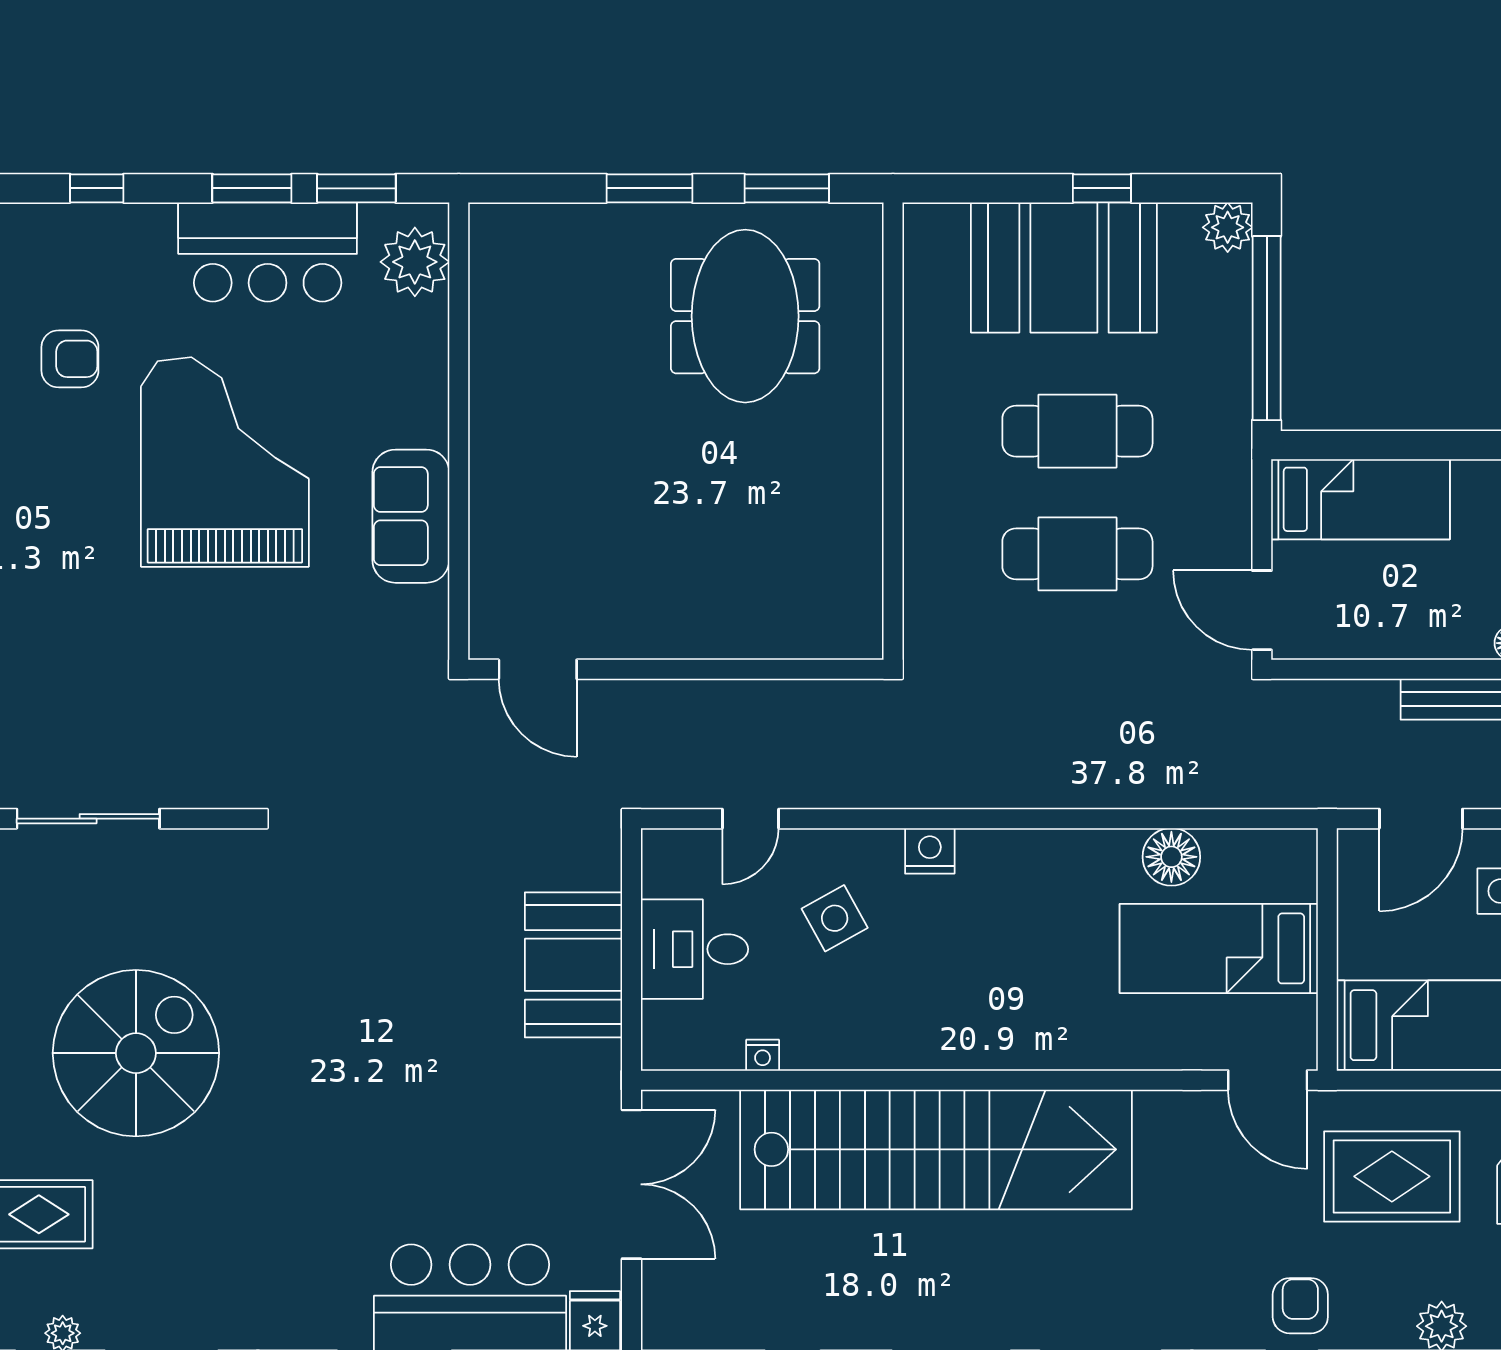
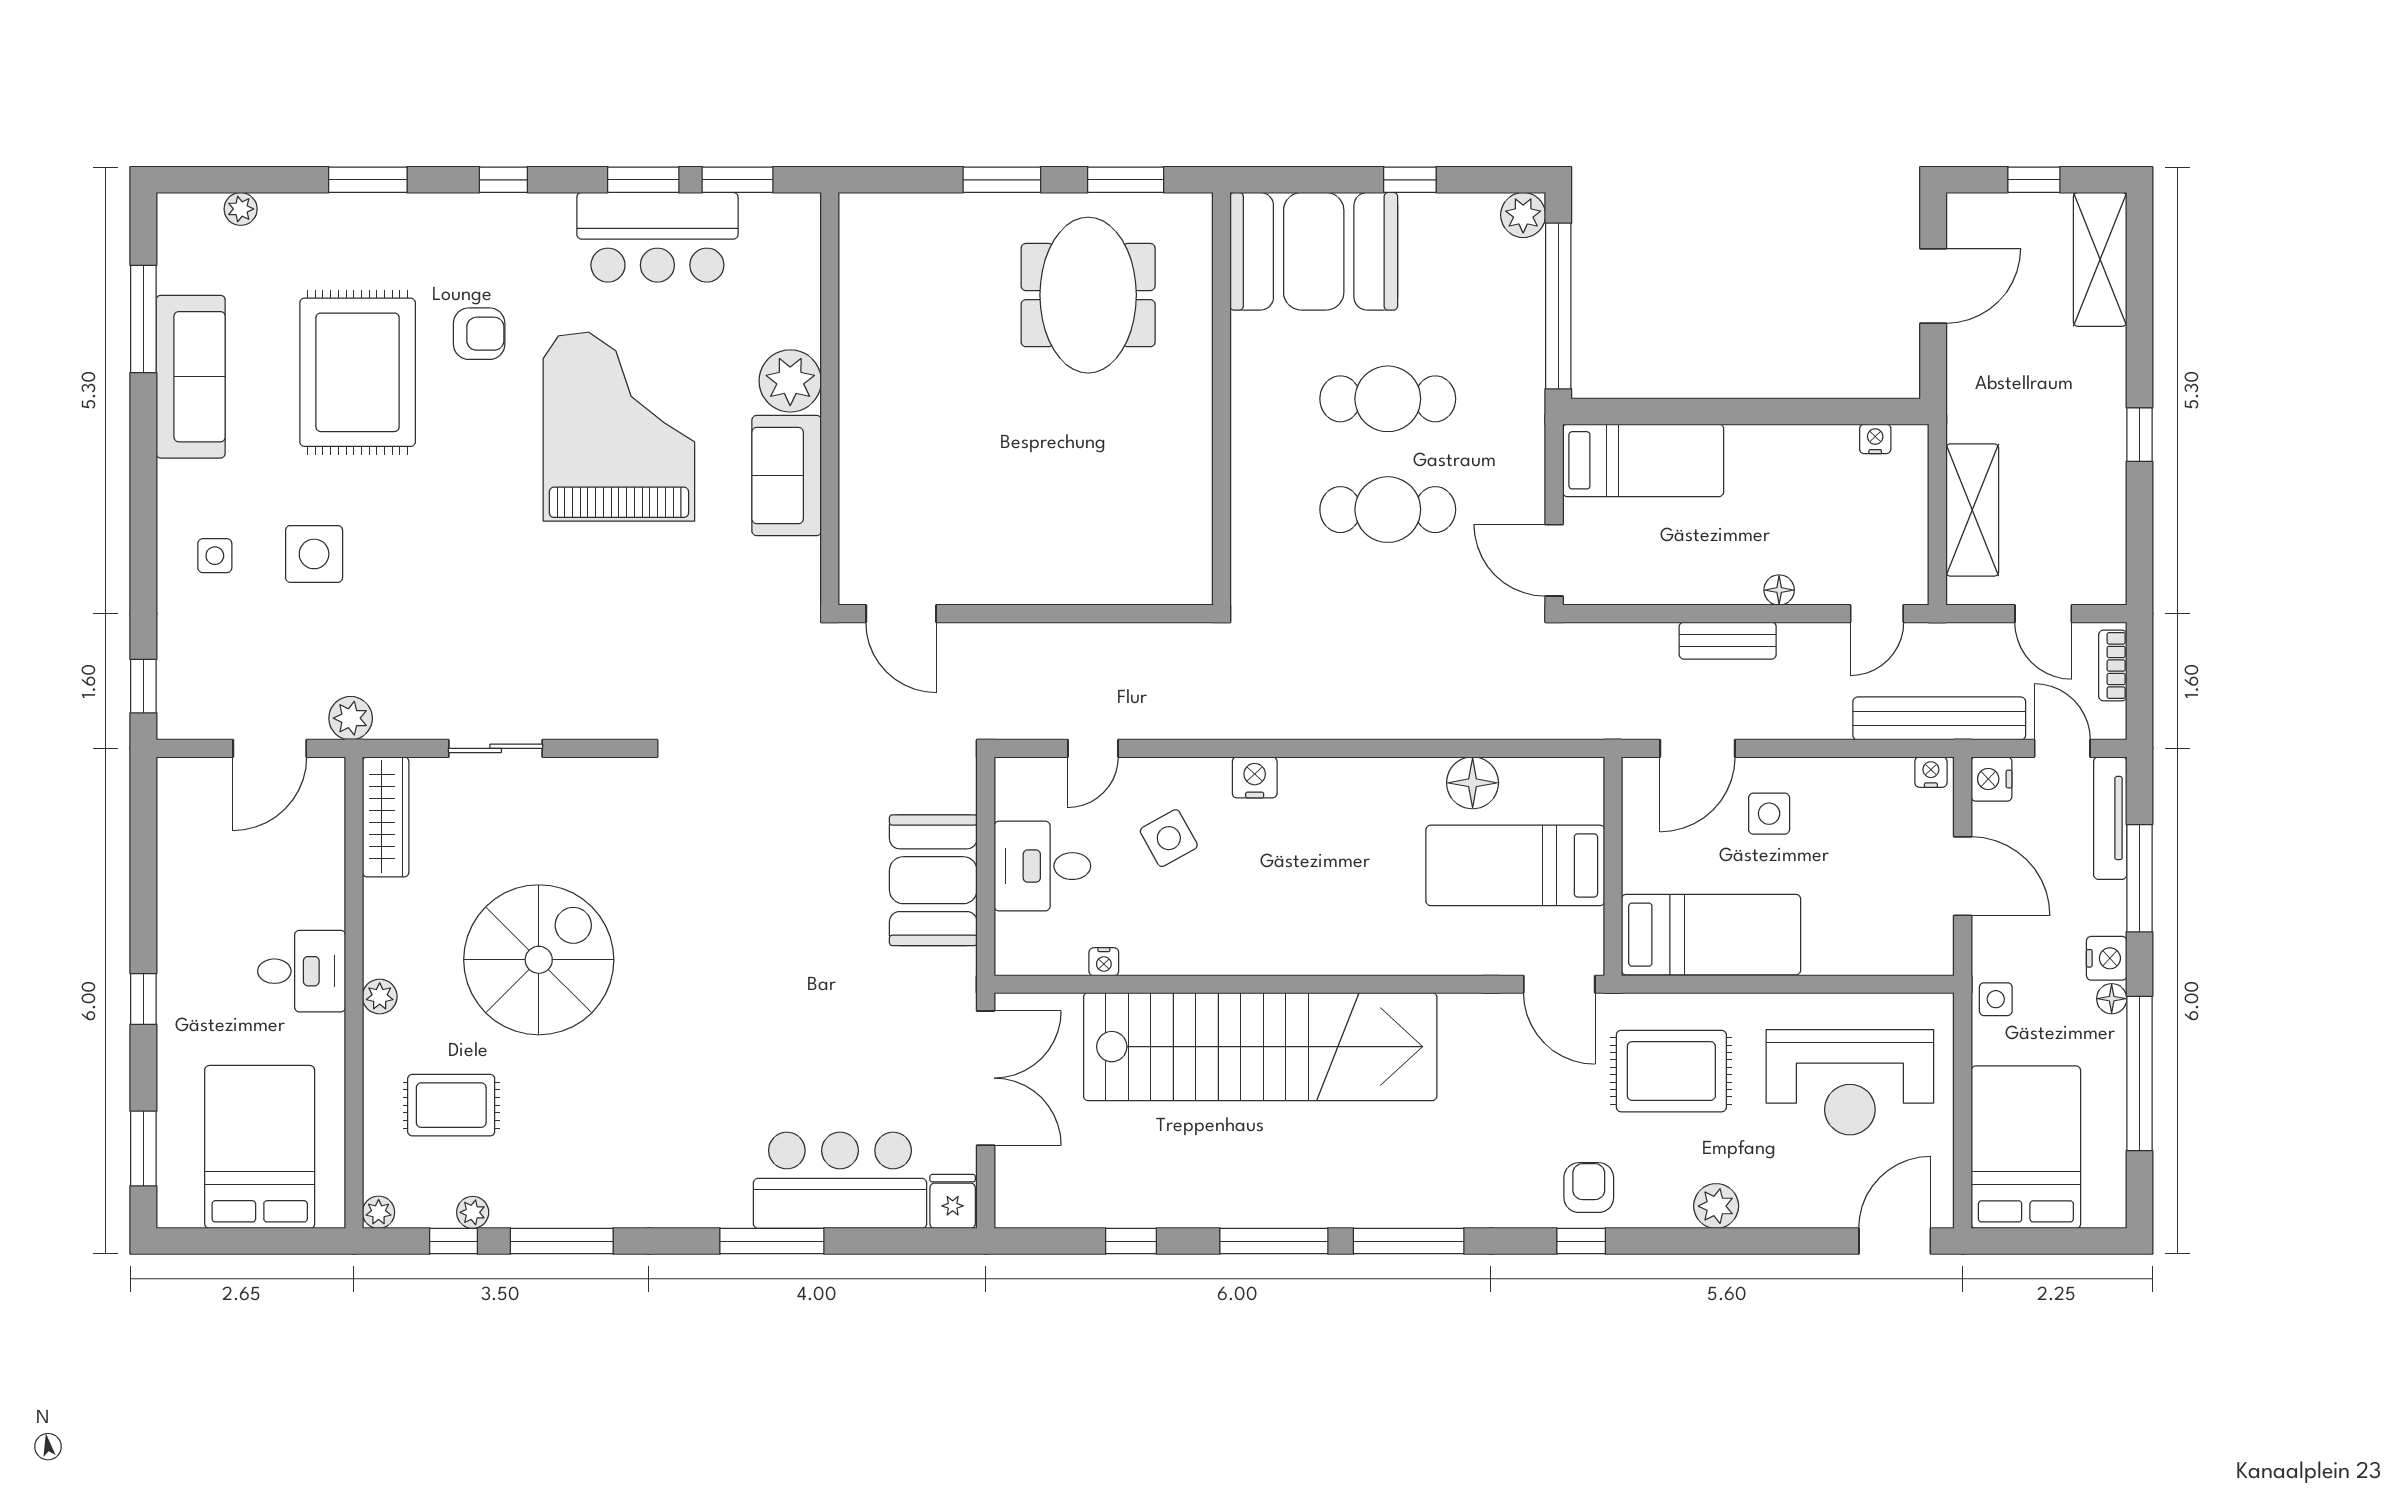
plant: (415, 262) -> (790, 381), moved
booth: (1064, 268) -> (1314, 251), moved
sliding door: (88, 819) -> (496, 748), width x0.73

